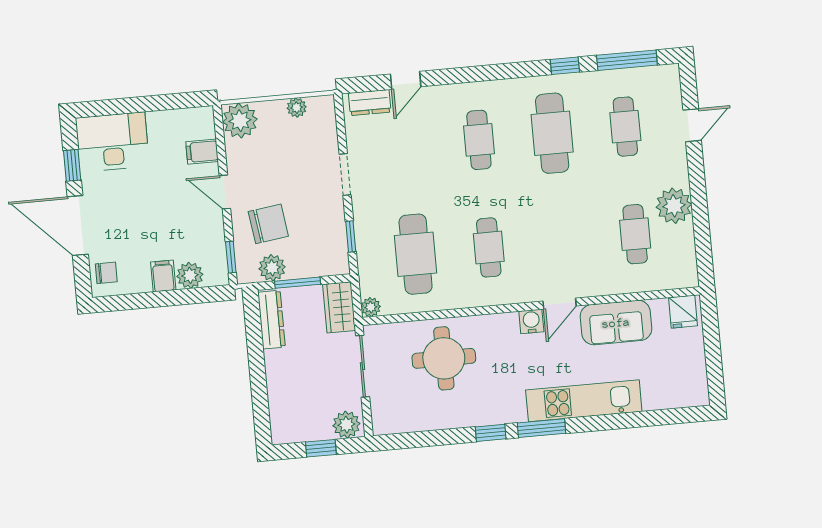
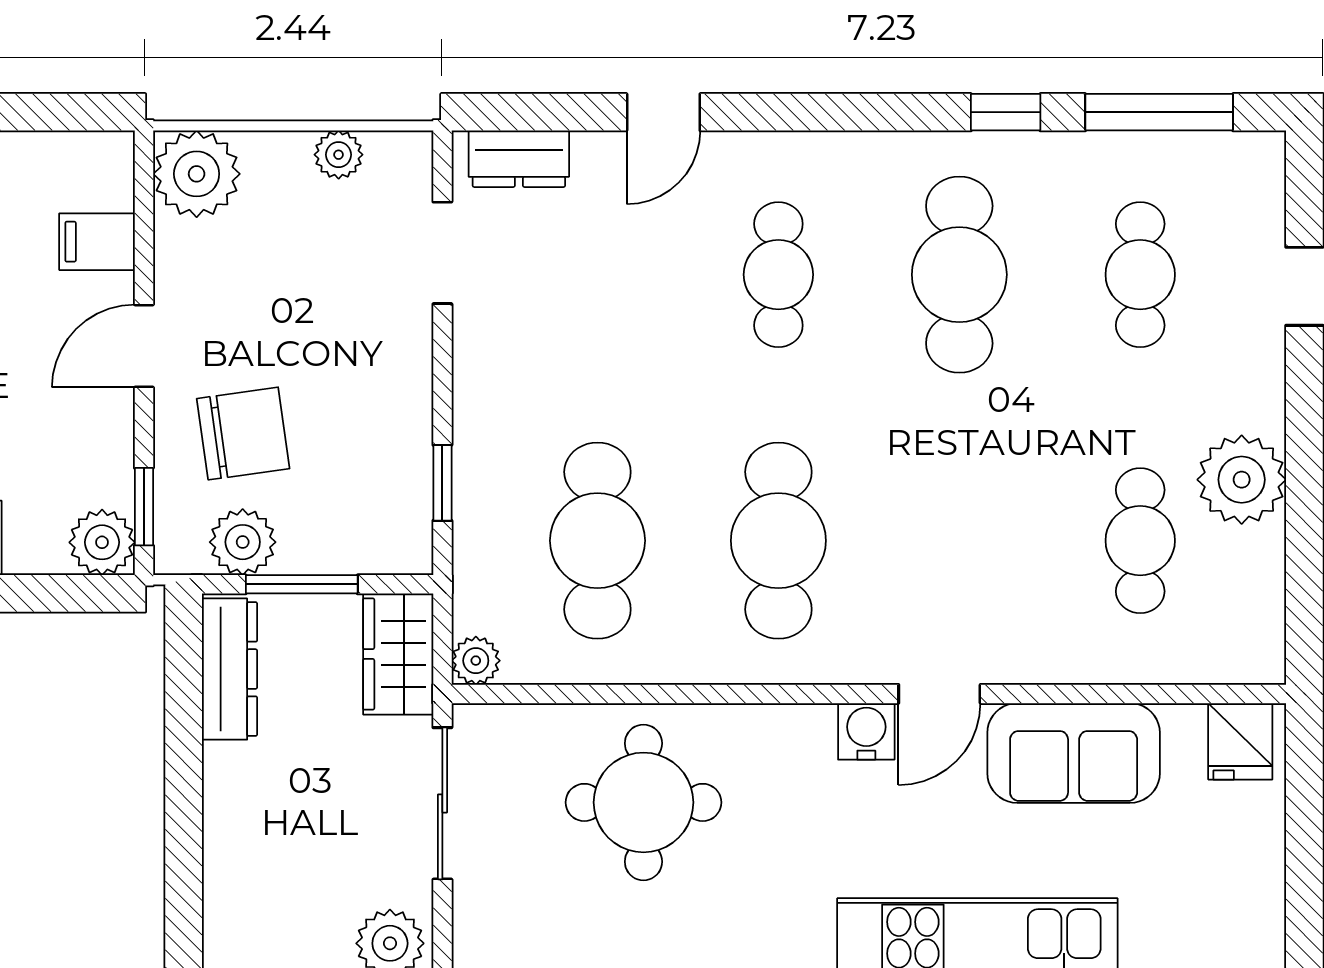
door: (406, 80) -> (663, 112), moved
doorway: (345, 174) -> (442, 253), moved
door: (225, 192) -> (144, 346), hinge flipped
cafe table: (489, 247) -> (778, 541), width x1.37, depth x1.35
plant: (190, 275) -> (102, 542), moved

